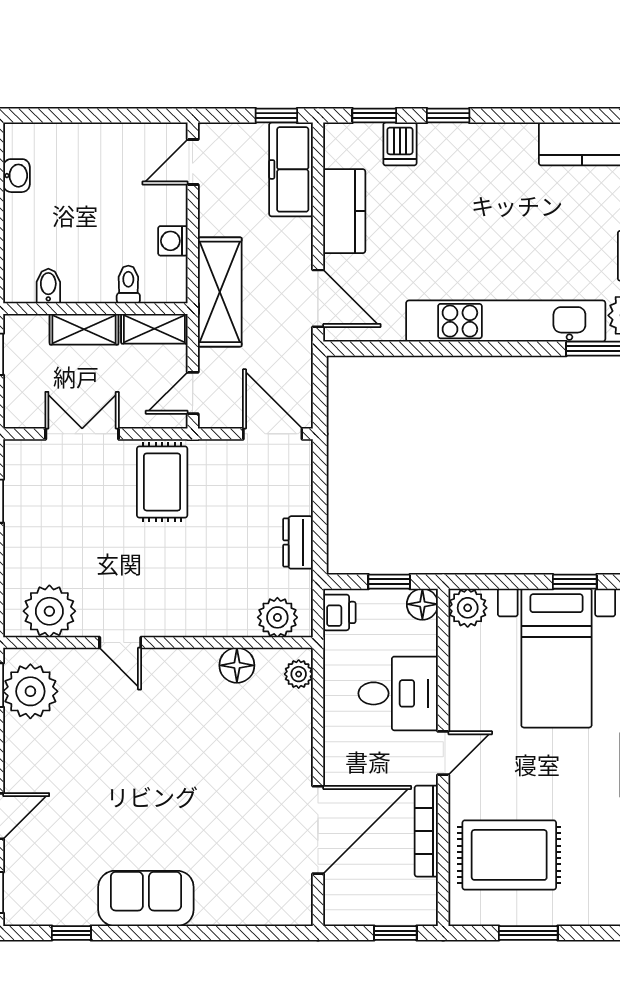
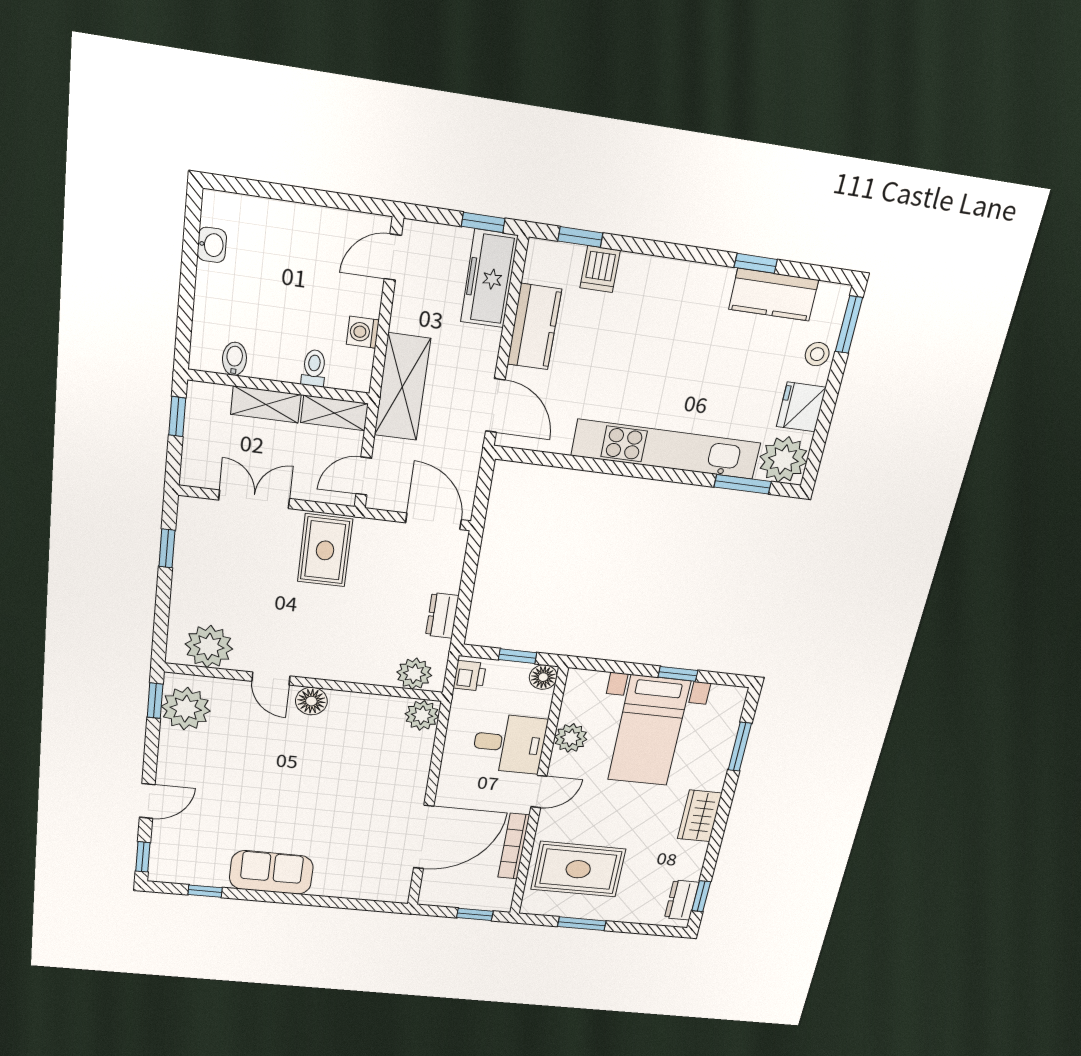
window: (448, 116) -> (756, 263), moved
plant: (468, 608) -> (571, 738), moved
floor lamp: (237, 665) -> (311, 701), moved
plant: (299, 674) -> (422, 715), width x1.38, depth x1.38

